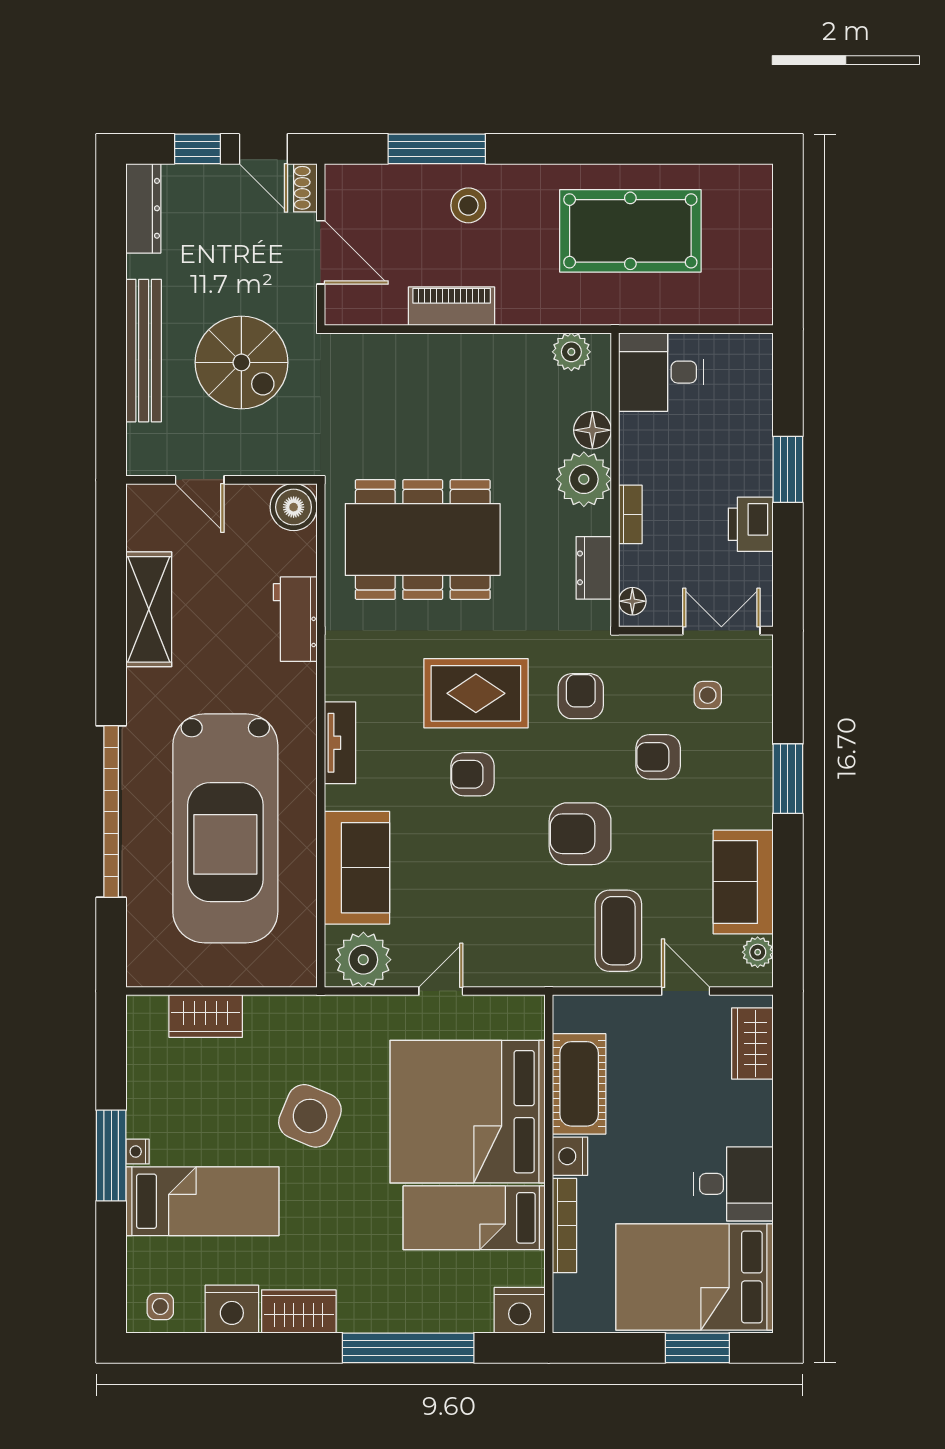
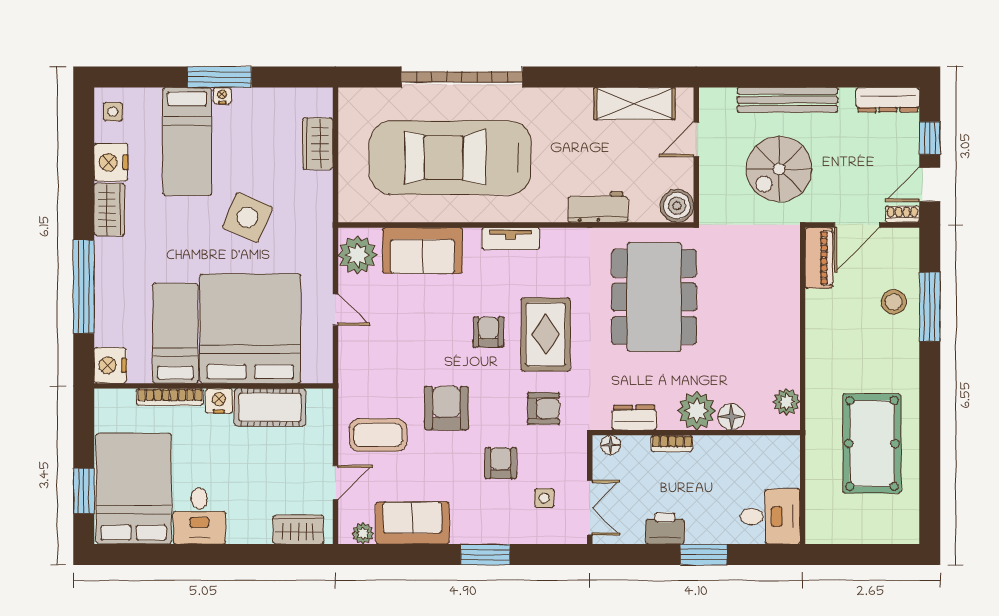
stool: (468, 205) -> (894, 302), moved
piano: (452, 306) -> (819, 258), moved
desk: (661, 372) -> (770, 517), moved, turned 90
shelving: (149, 609) -> (634, 104), moved

